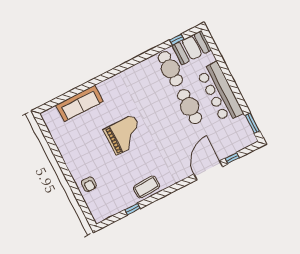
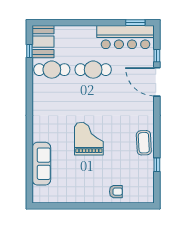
bar counter: (220, 92) -> (125, 37), moved

